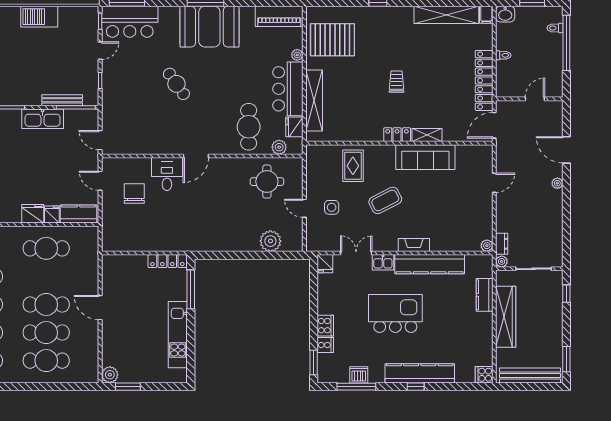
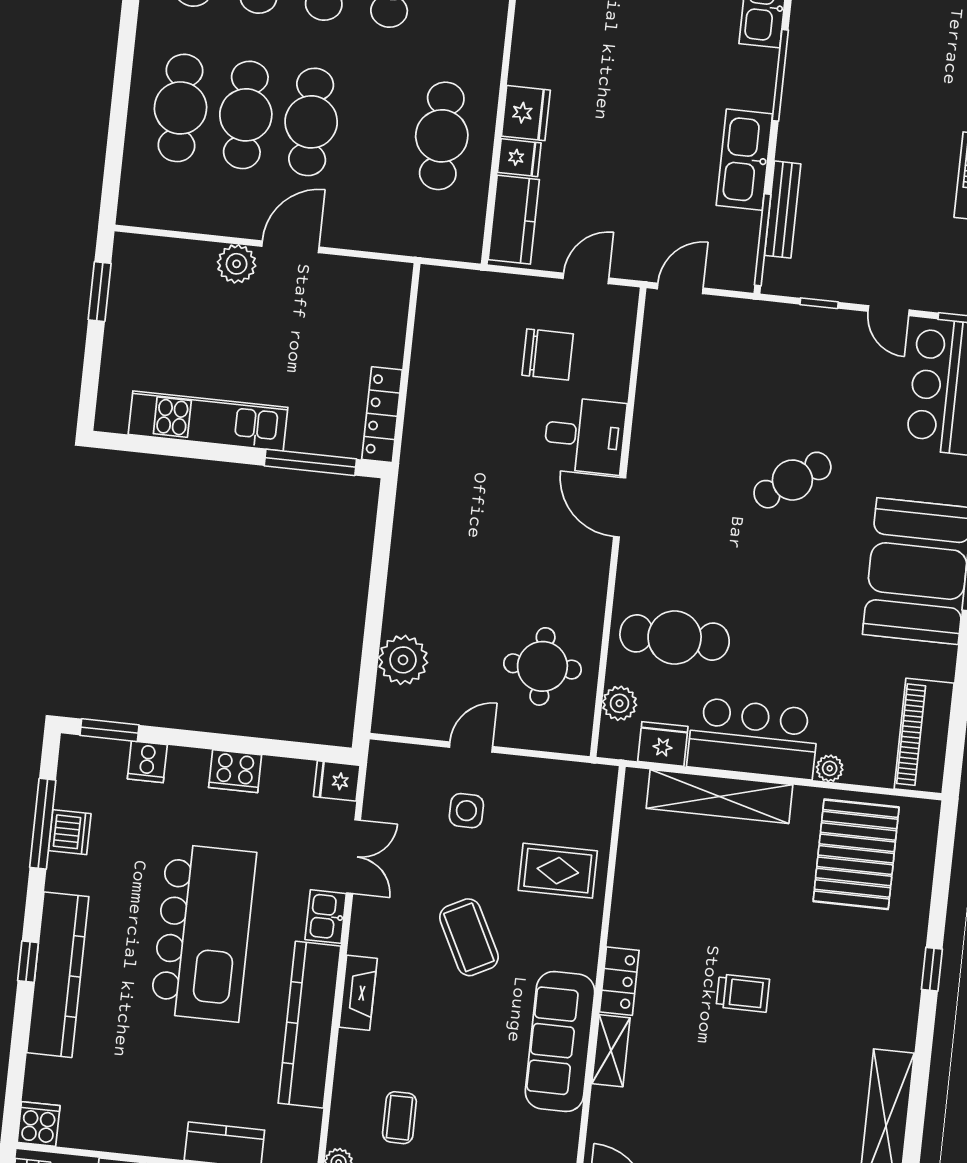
coffee table: (465, 222) -> (399, 1118), added
kitchen island: (395, 313) -> (203, 933), width x1.37
cooker: (325, 326) -> (235, 771), moved
plant: (110, 375) -> (237, 264), moved

